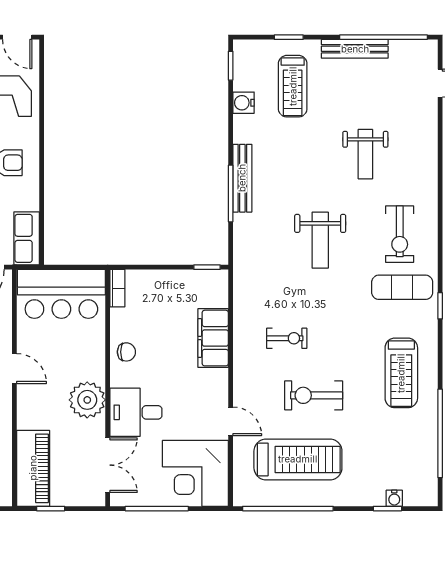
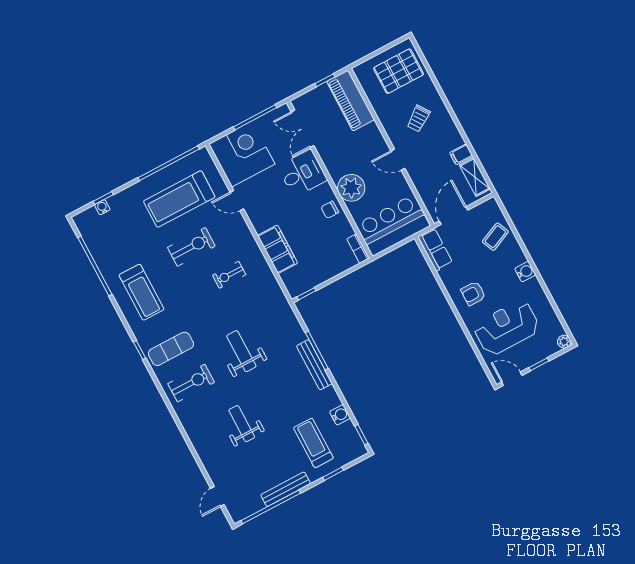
exercise bike: (400, 234) -> (191, 383), turned 90
treadmill: (401, 373) -> (142, 292), turned 180
plant: (87, 400) -> (351, 188), moved

